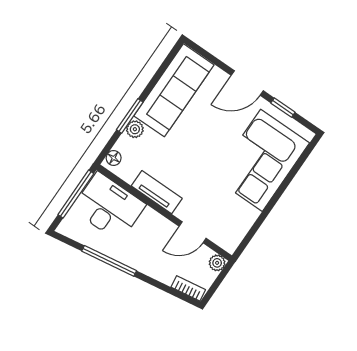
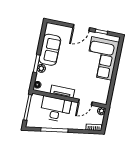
sofa: (174, 90) -> (50, 50), width x0.73
desk: (109, 207) -> (56, 109), moved

